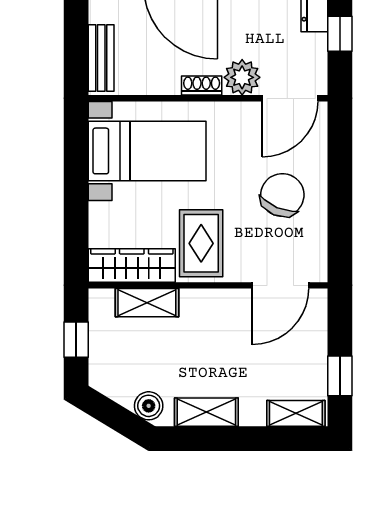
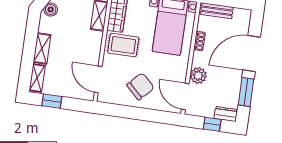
shoe rack: (202, 86) -> (199, 41), moved
chair: (282, 195) -> (140, 86), turned -69
shelving: (206, 412) -> (42, 49), moved

